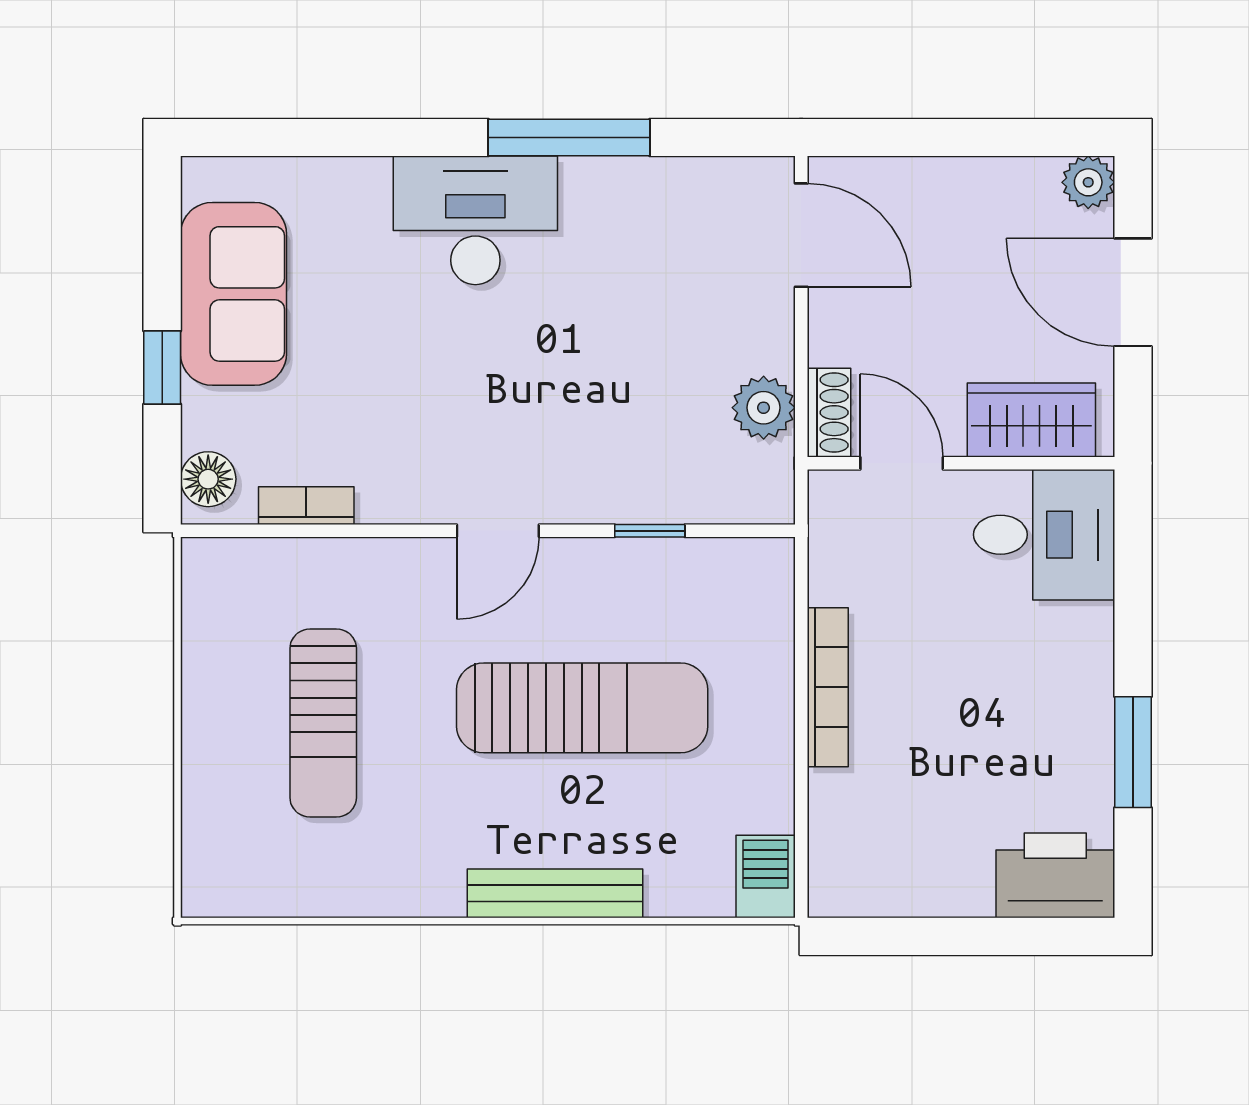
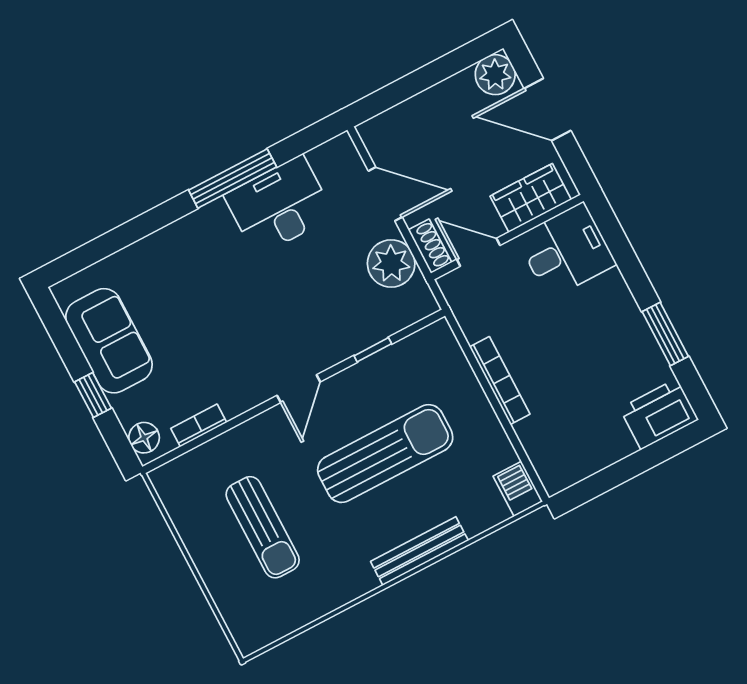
plant: (1088, 182) -> (495, 75), width x1.38, depth x1.38
desk: (475, 220) -> (279, 206), moved
door: (801, 235) -> (385, 194), moved
plant: (764, 408) -> (391, 263), width x1.36, depth x1.36

